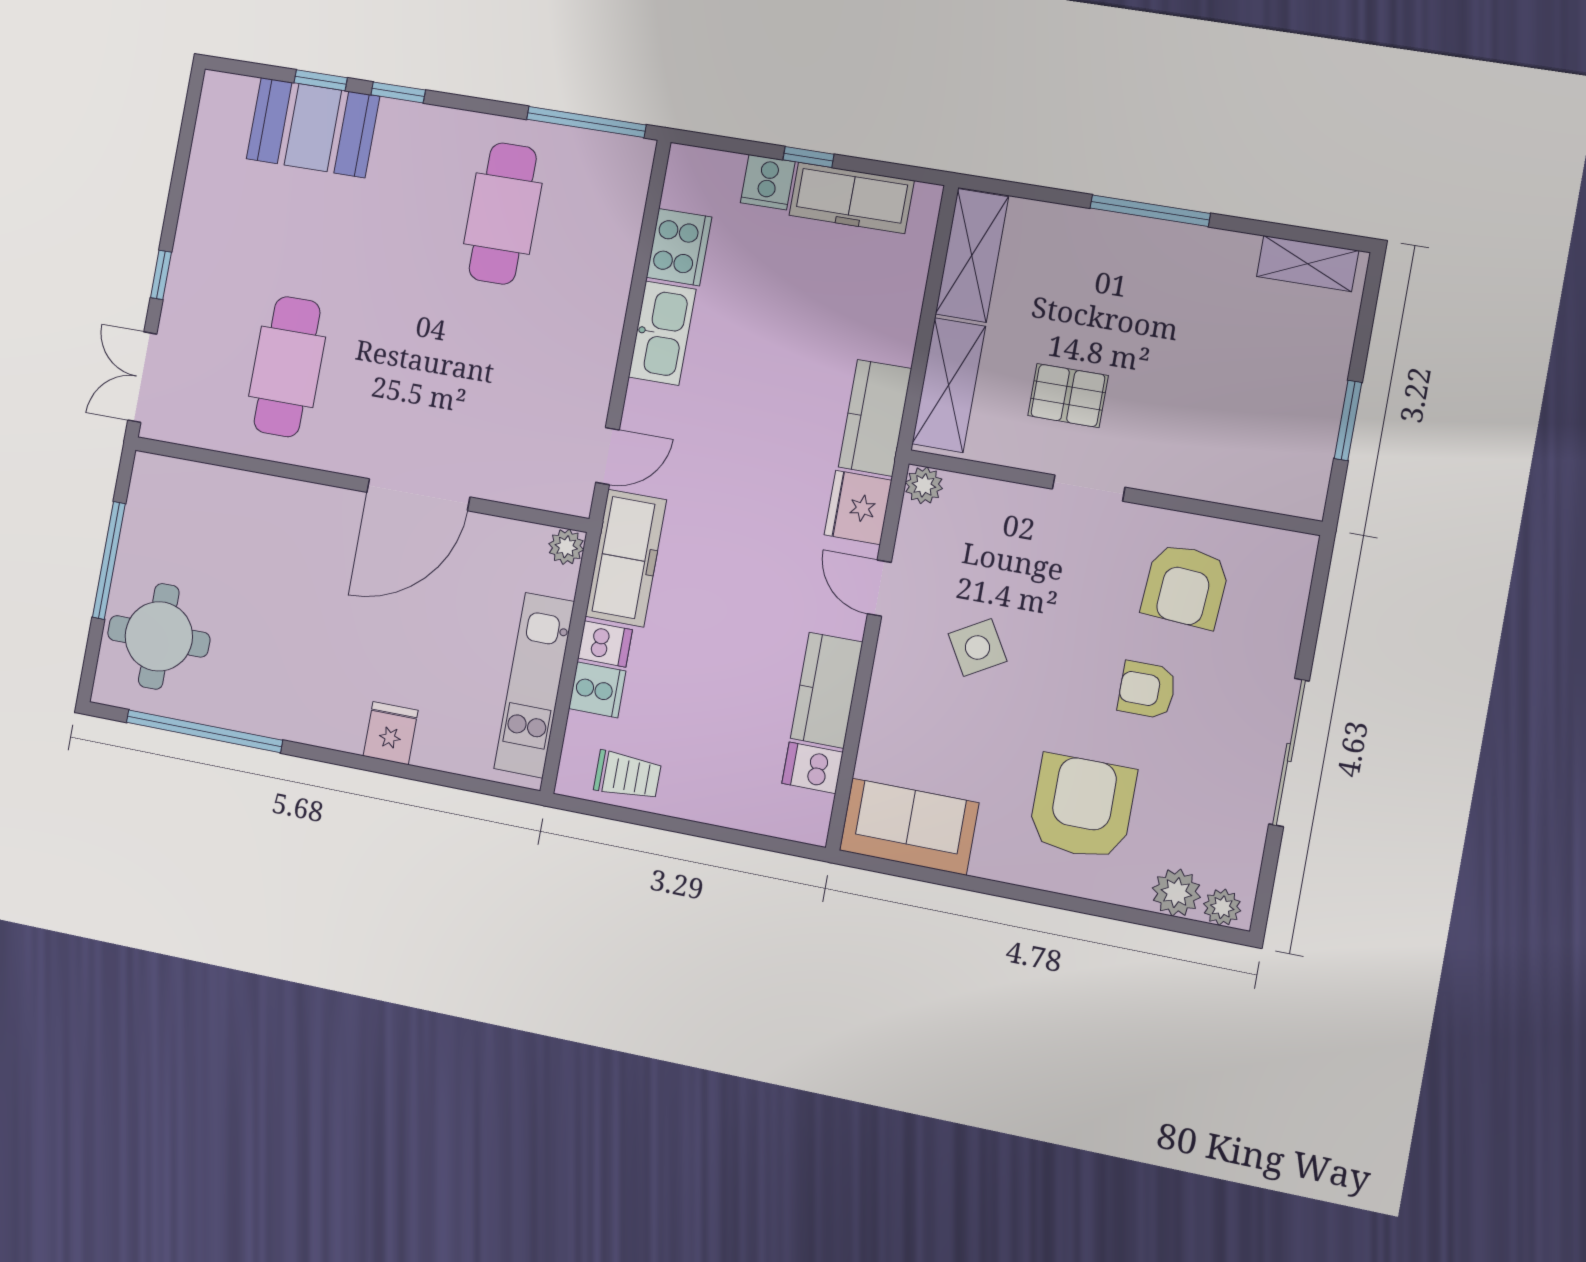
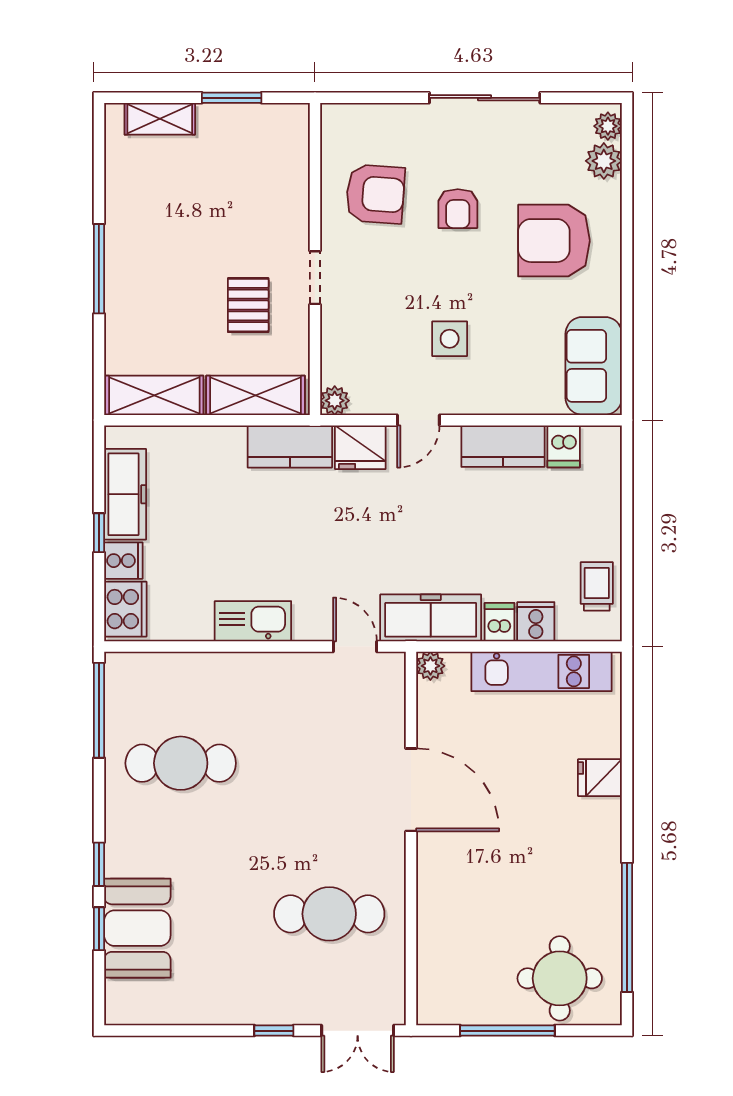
cooker: (679, 247) -> (125, 609), moved, turned 90
shelving: (1308, 264) -> (160, 119), moved, turned 90
side table: (977, 648) -> (450, 339), turned 30

